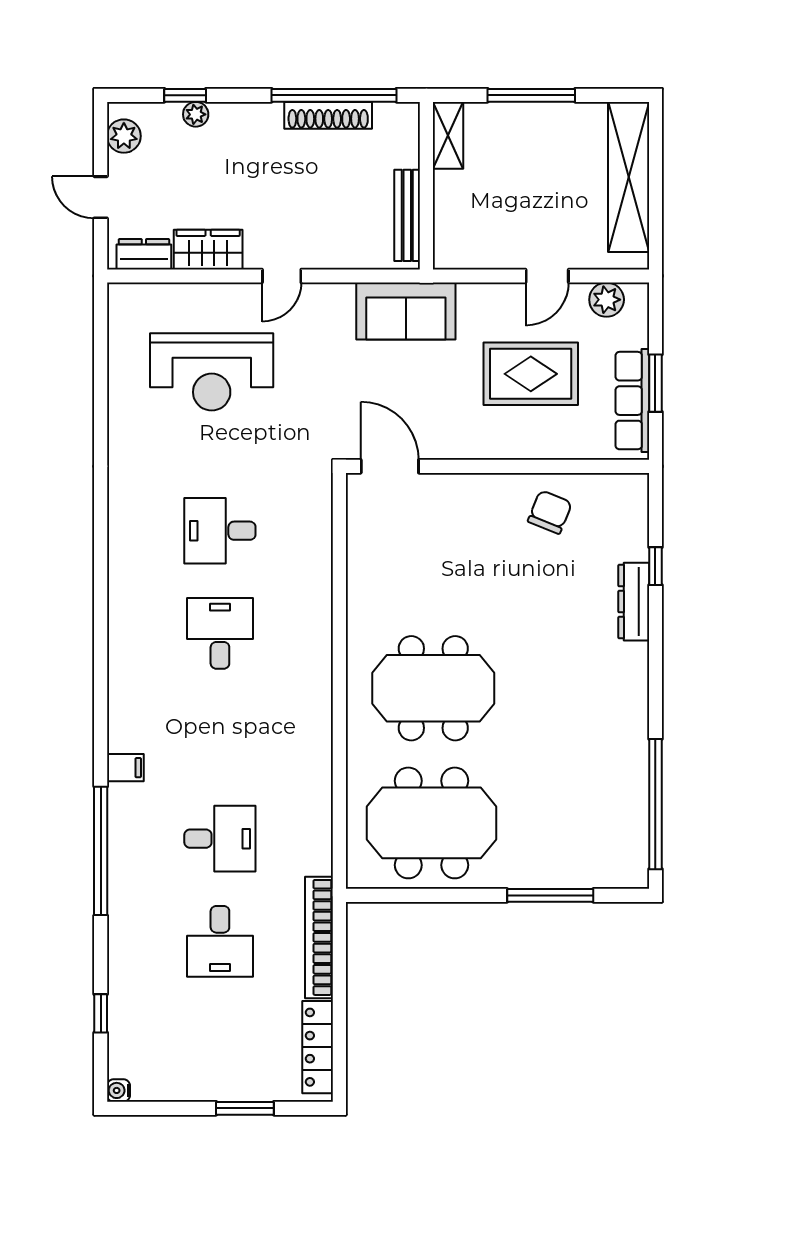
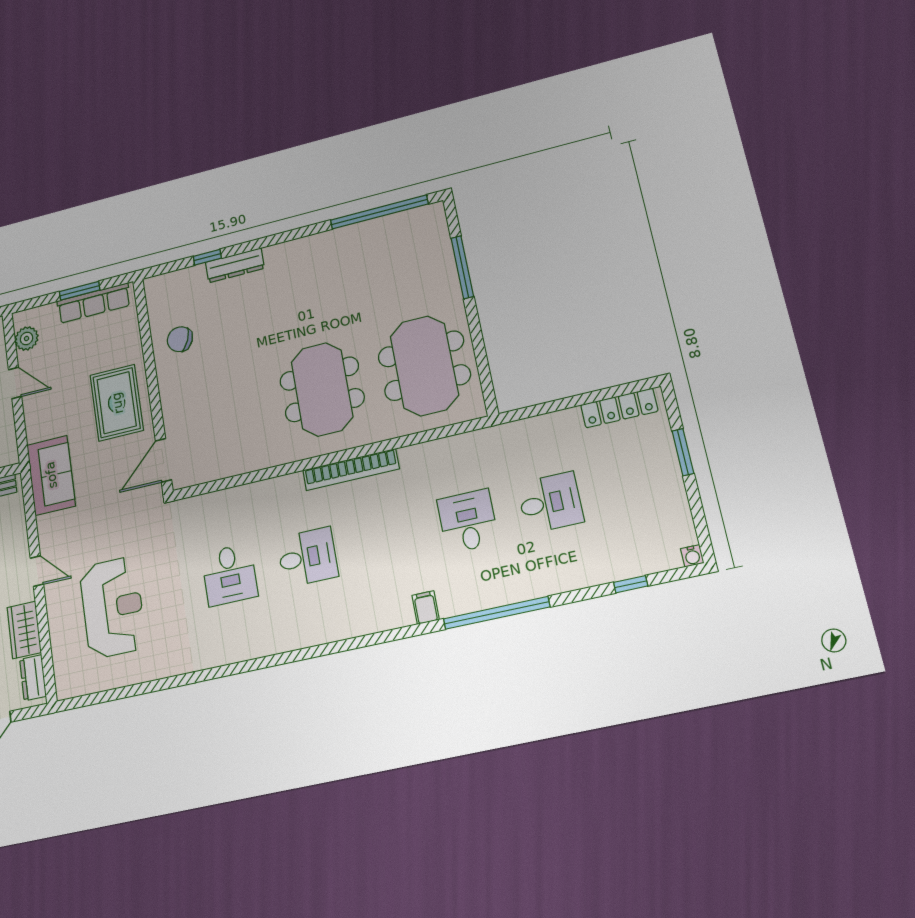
rug: (531, 374) -> (117, 403), moved
desk: (220, 633) -> (308, 557), turned 180
bookcase: (319, 937) -> (351, 470), moved

